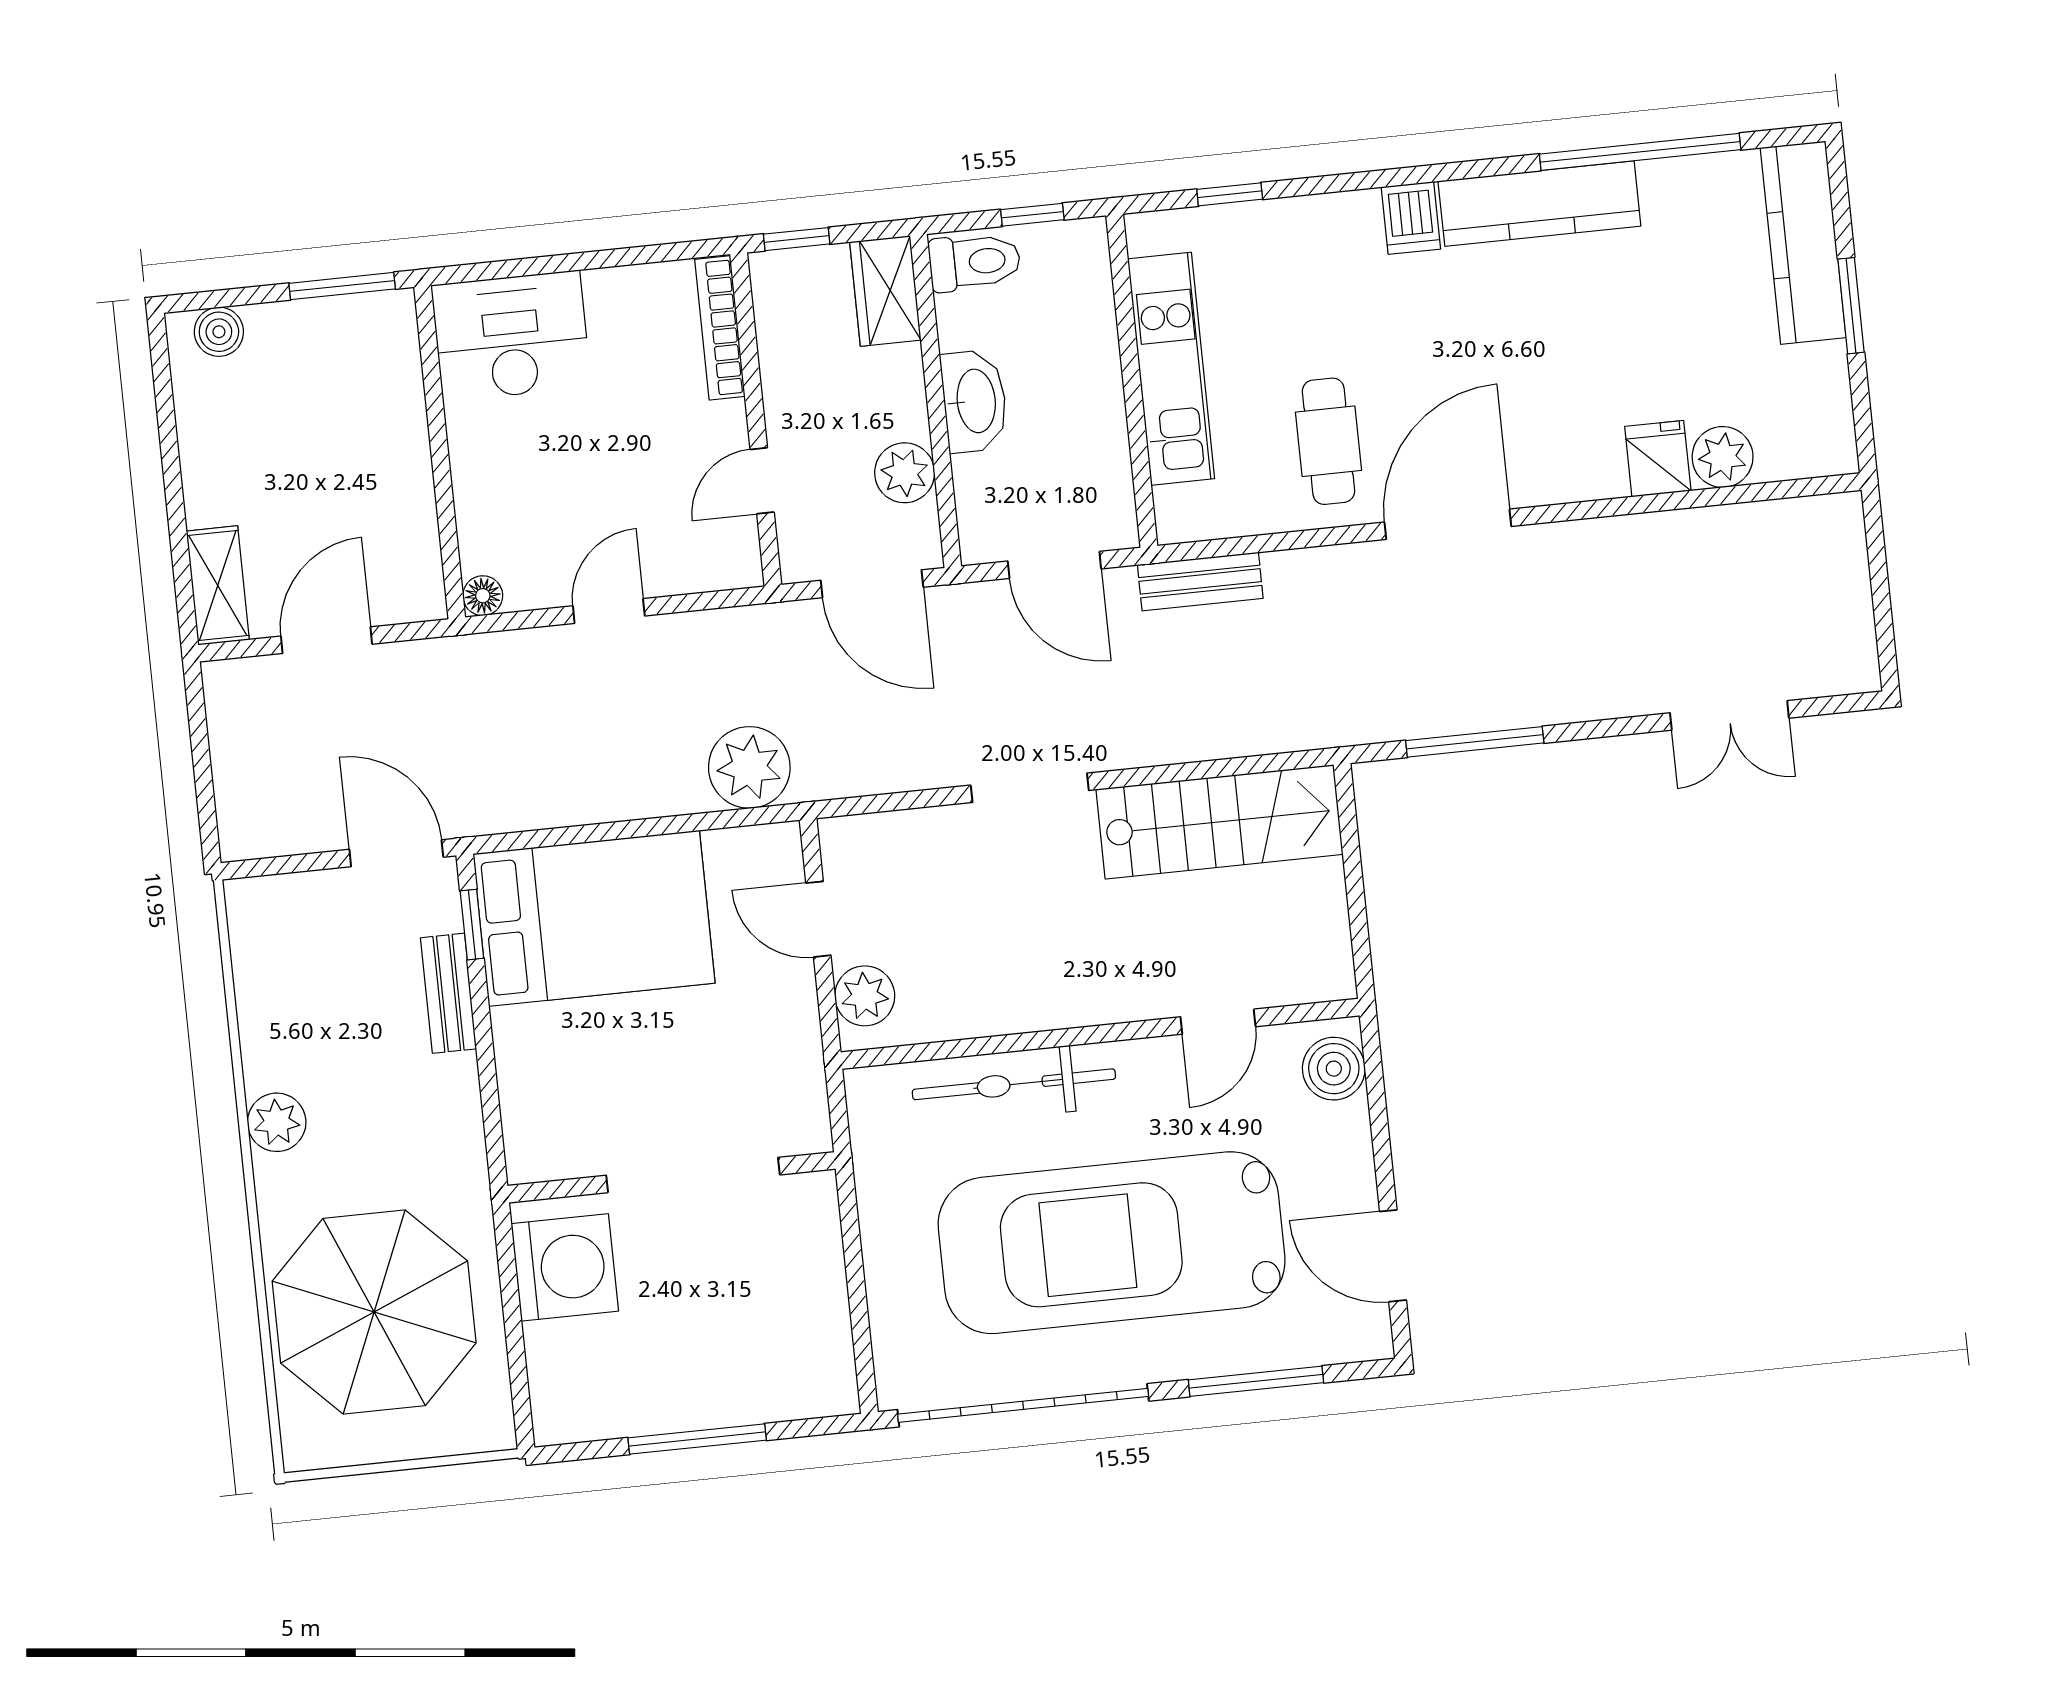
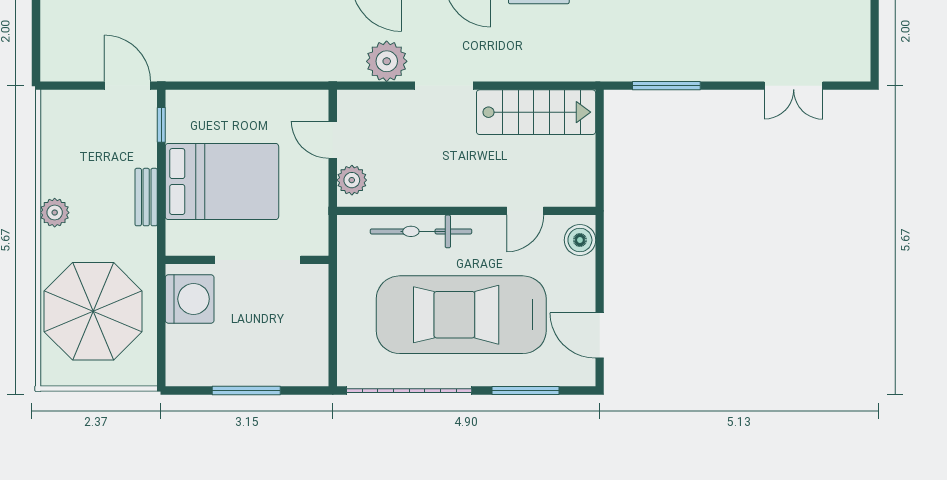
plant: (749, 767) -> (387, 61), moved
bed: (594, 918) -> (222, 182), moved
bench: (448, 993) -> (146, 197), moved

